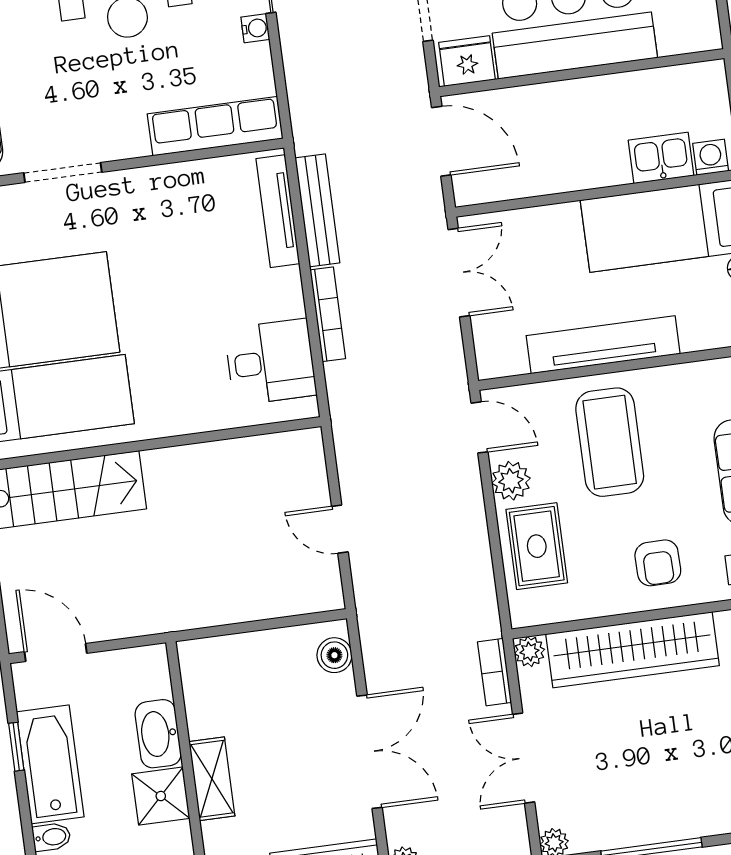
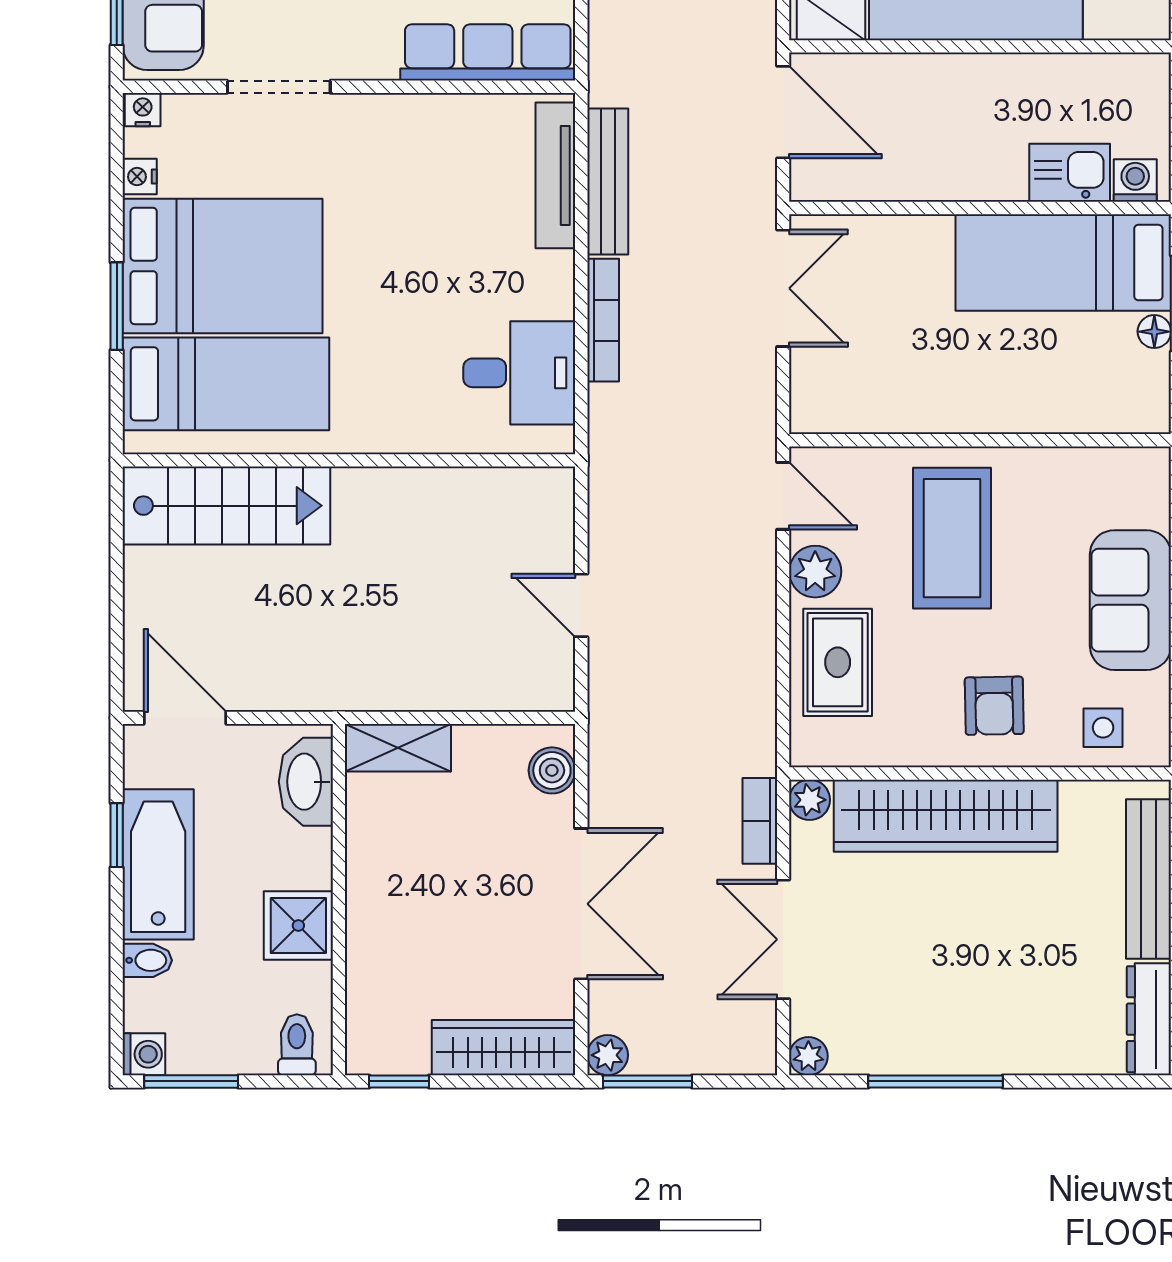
tv unit: (603, 345) -> (961, 409), removed
washbasin: (158, 734) -> (306, 782), moved
shelving: (212, 779) -> (398, 748), moved, turned 90

